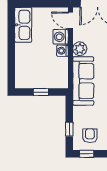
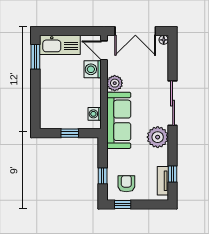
kitchen sink: (23, 25) -> (60, 45), moved, turned 90
window: (11, 26) -> (35, 57), added
washing machine: (62, 51) -> (95, 114), moved

